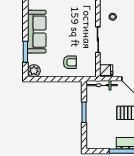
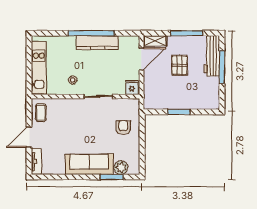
plant: (34, 71) -> (121, 168), moved
bicycle: (102, 85) -> (149, 92), removed

